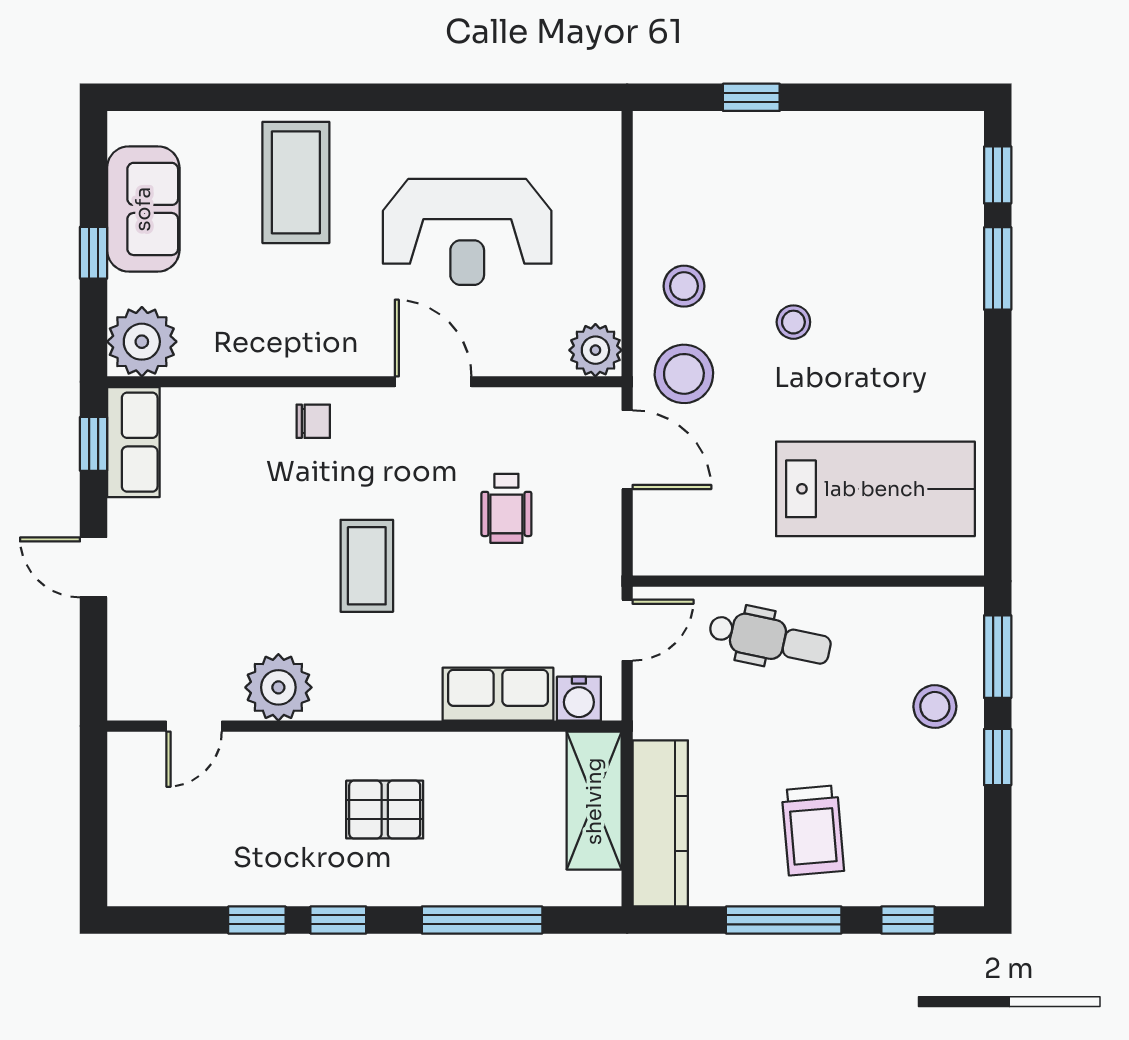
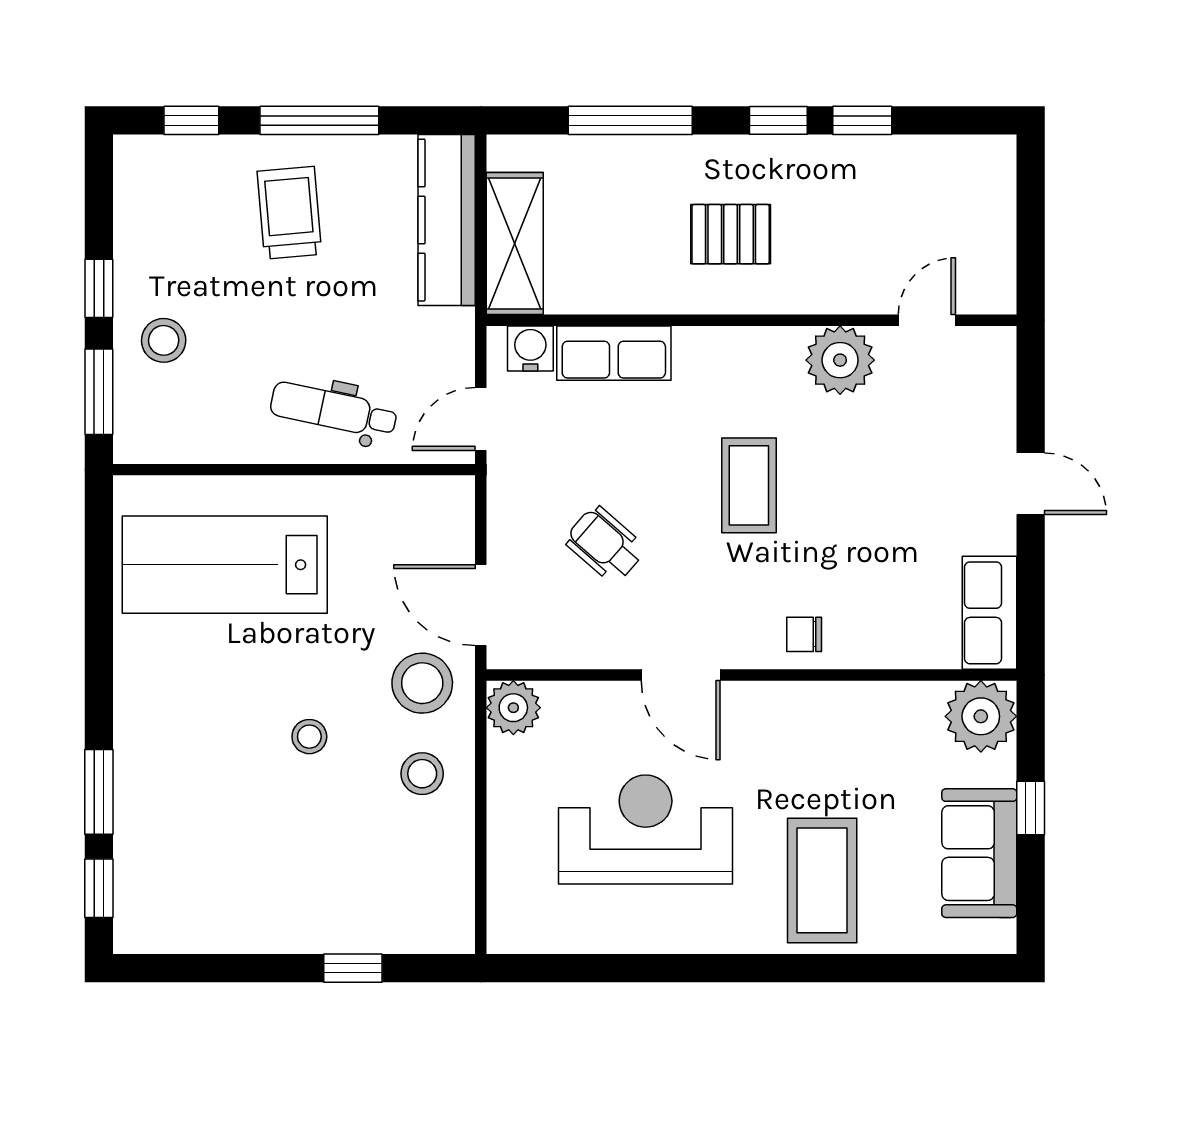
window: (94, 444) -> (1031, 611), removed
wheelchair: (506, 508) -> (605, 545), turned -49

